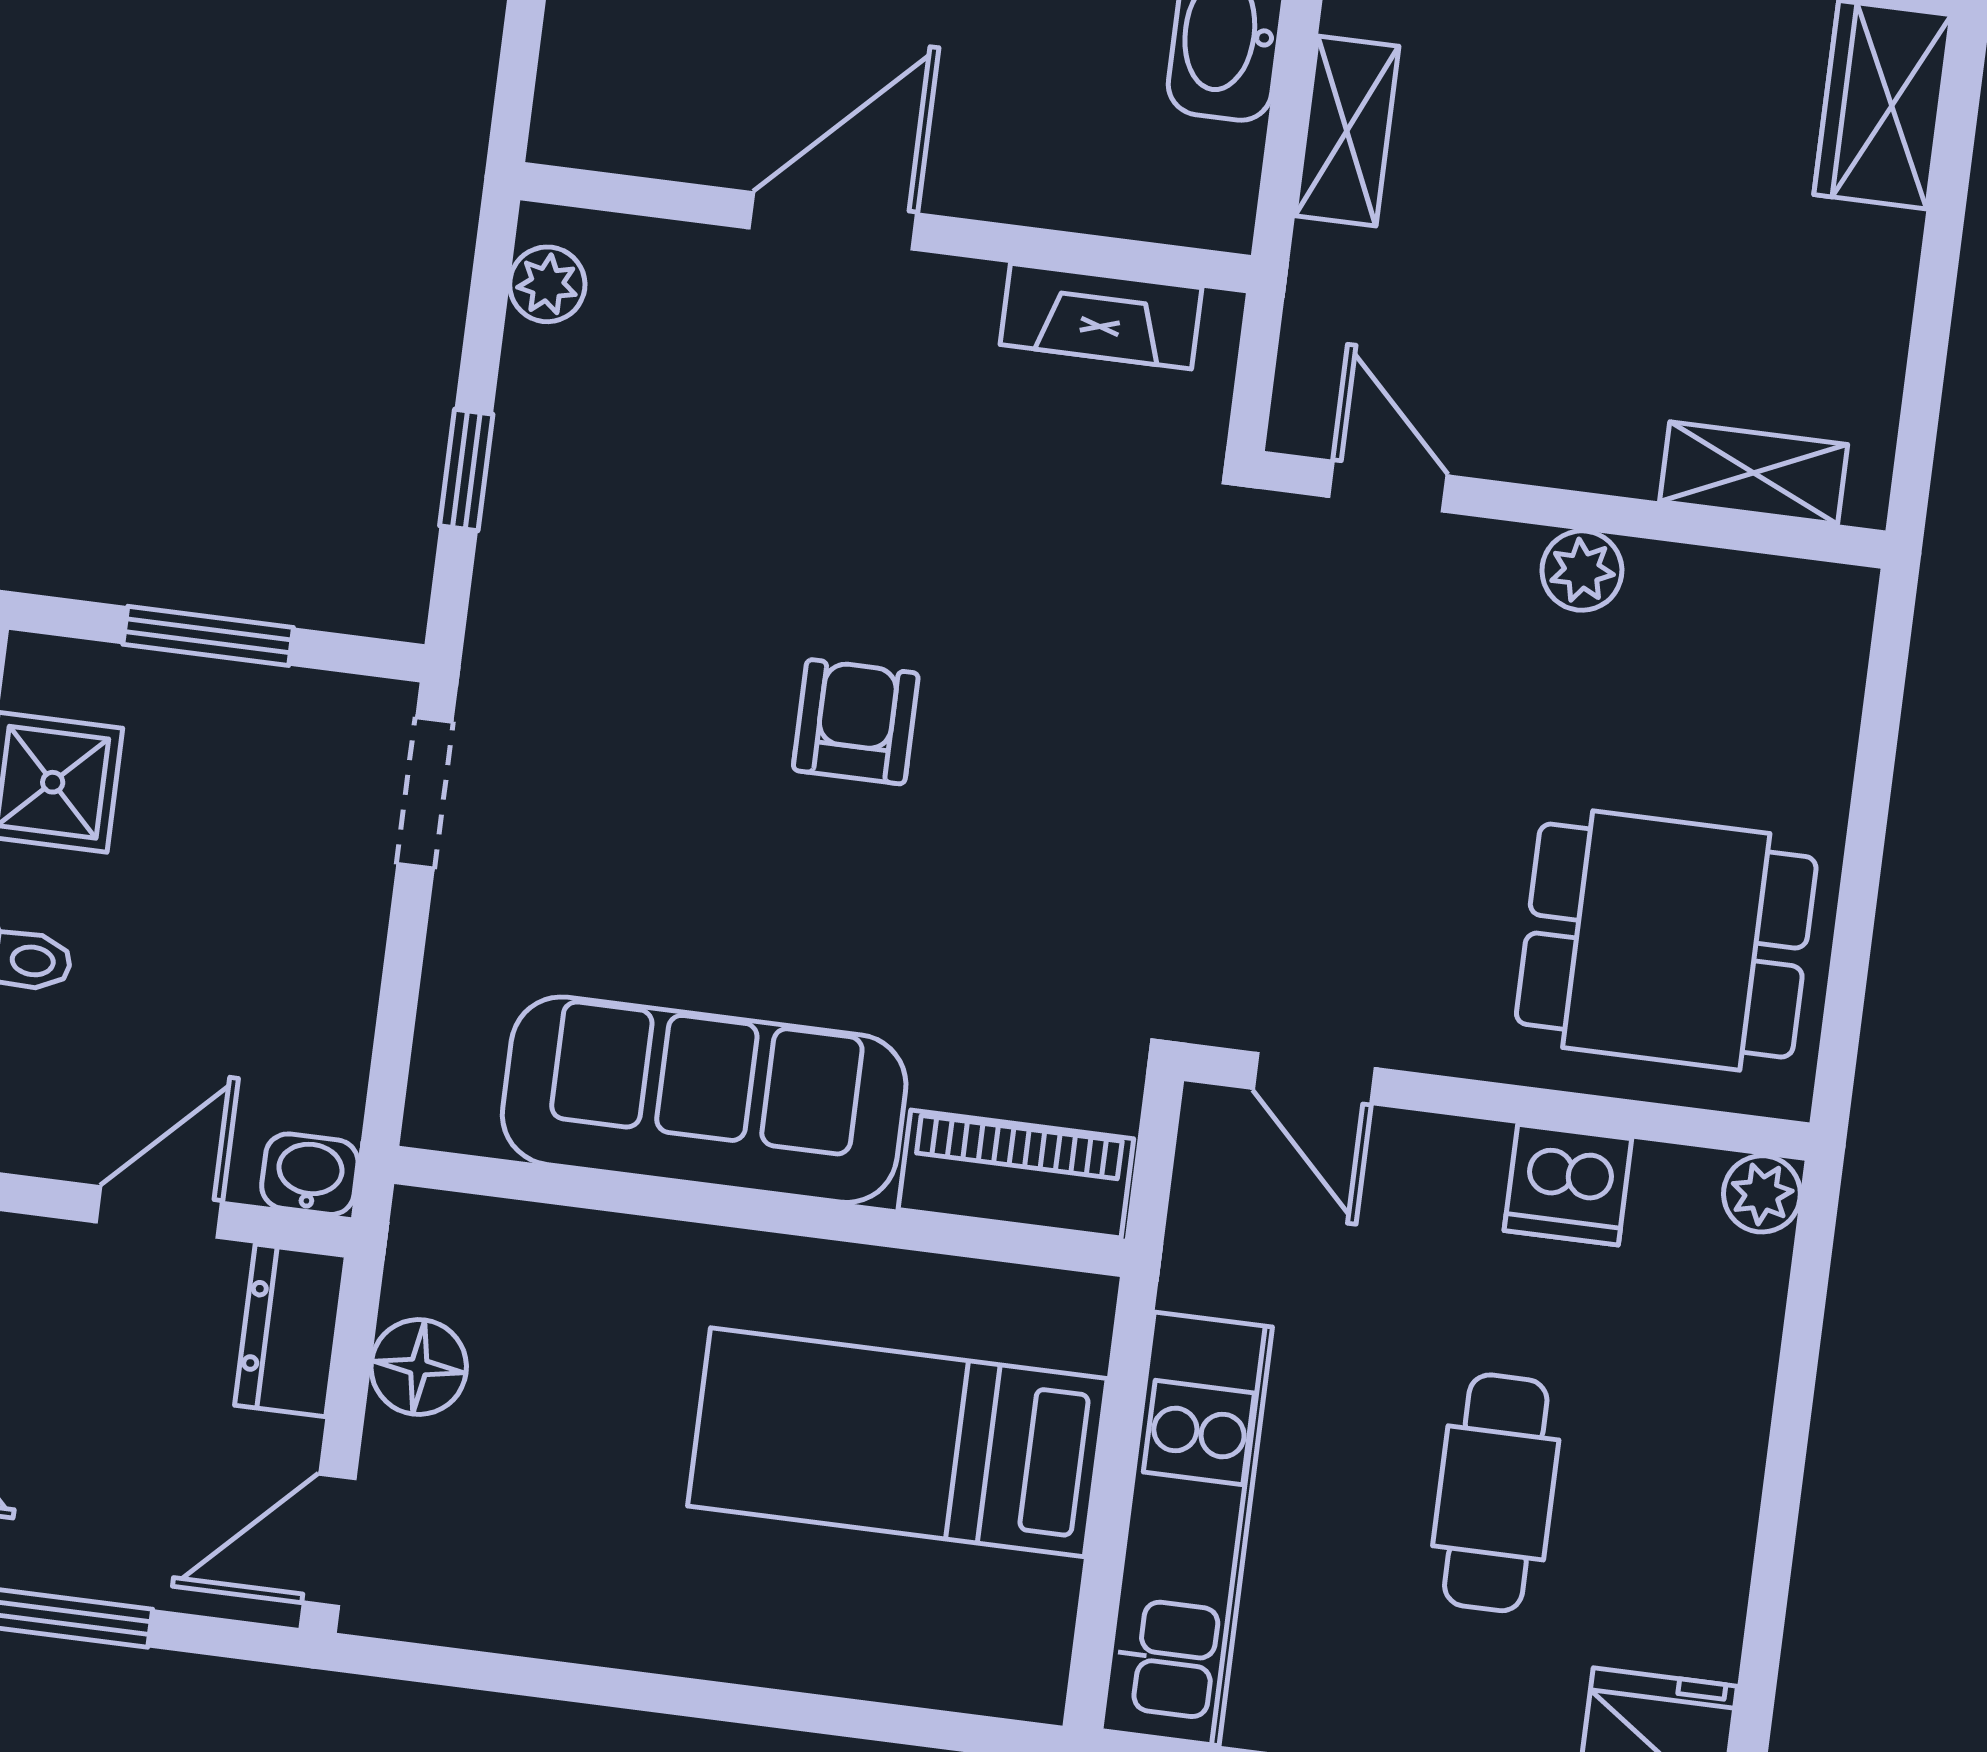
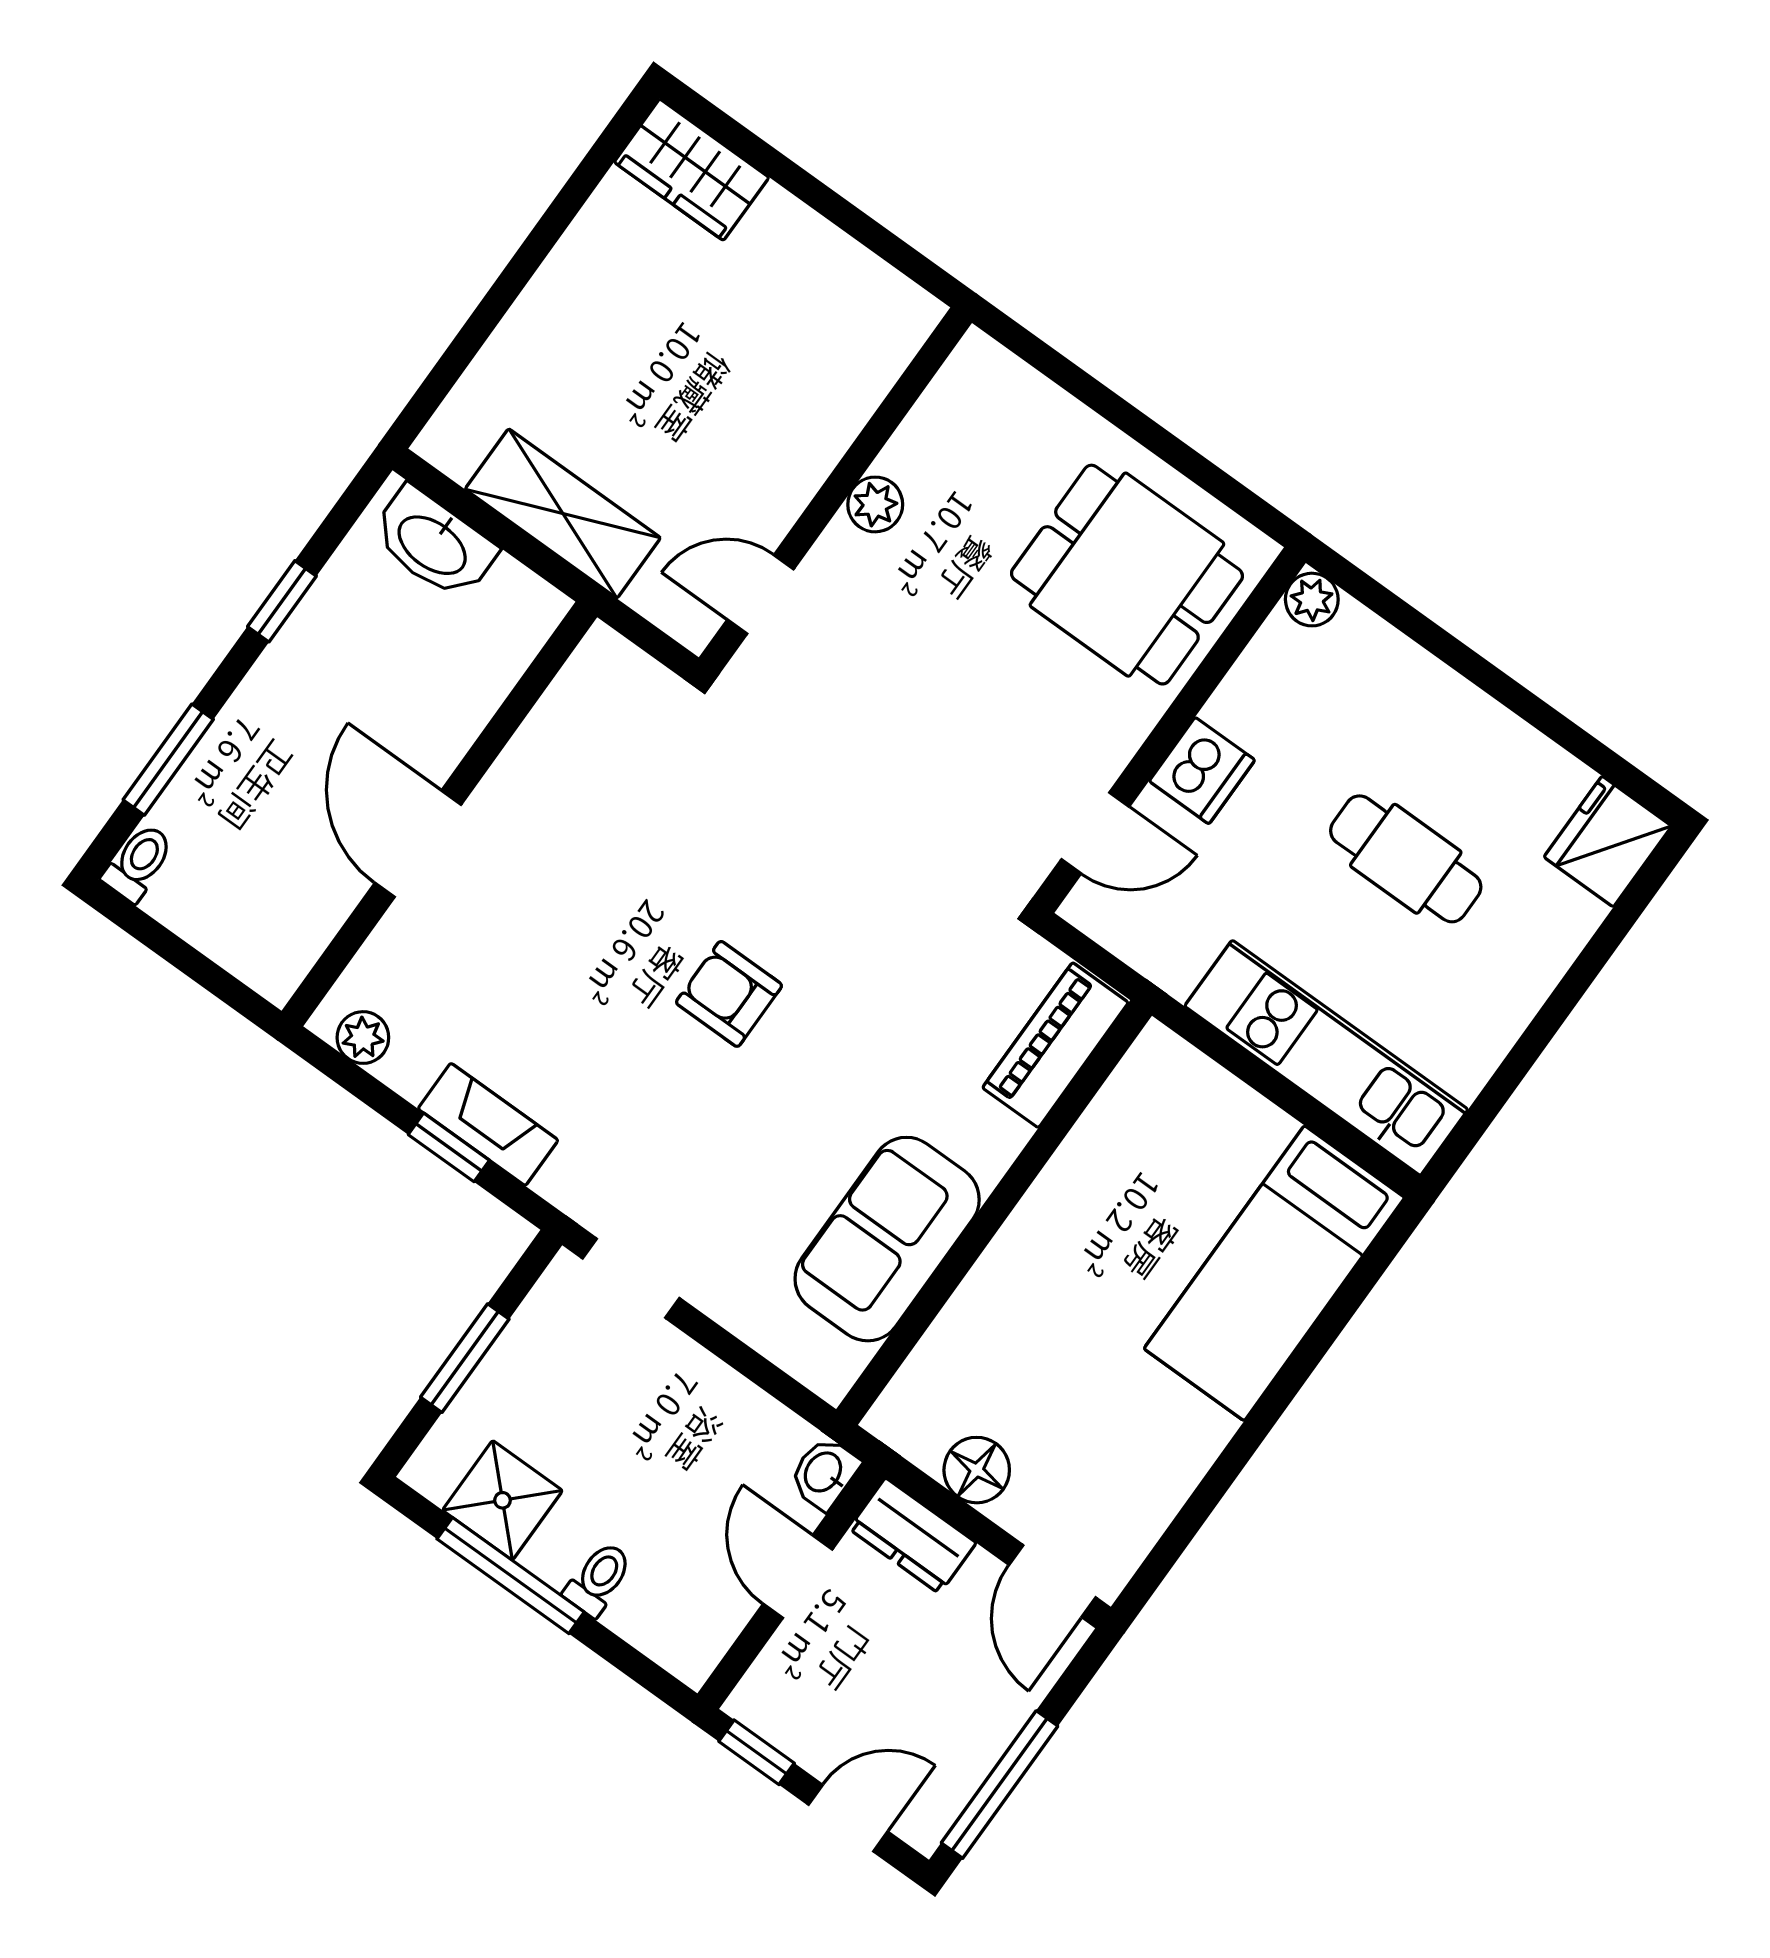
shelving: (1347, 131) -> (563, 514), width x1.50, depth x1.33
fireplace: (1101, 316) -> (488, 1124), moved, turned -90
shelving: (1754, 473) -> (872, 368), removed
dining table: (1666, 941) -> (1127, 575), turned 90
sofa: (704, 1100) -> (887, 1239), width x0.73
dishwasher: (1568, 1185) -> (1202, 771), moved
bed: (897, 1442) -> (1274, 1273), moved

